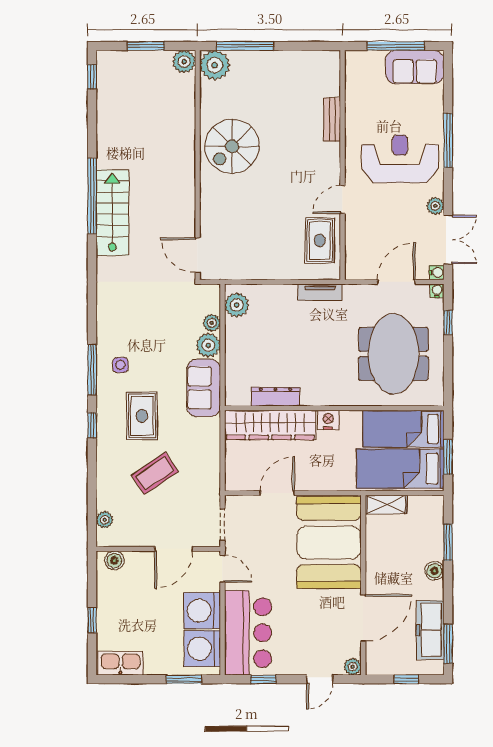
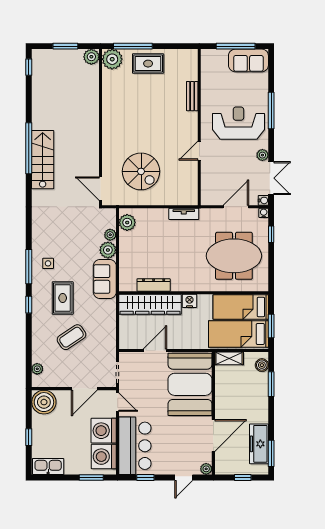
spiral stairs: (232, 146) -> (141, 171), moved, turned -90
rug: (320, 240) -> (148, 64), moved, turned 90
meeting table: (393, 354) -> (234, 256), turned 90
boiler: (114, 560) -> (44, 402), width x1.86, depth x1.86
boiler: (434, 571) -> (262, 365), moved

